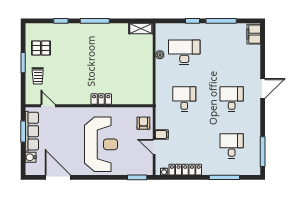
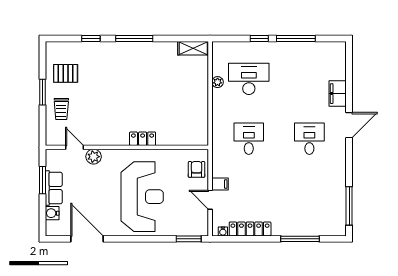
filing cabinet: (254, 34) -> (338, 94), moved
plant: (63, 113) -> (94, 157), added
row of seats: (32, 131) -> (54, 188), width x0.68
desk: (232, 146) -> (309, 199), removed

